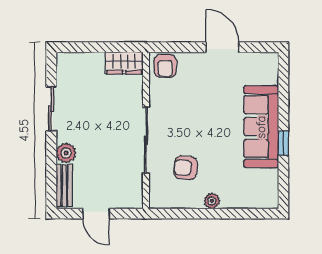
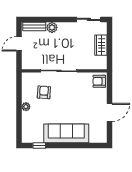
wardrobe: (124, 63) -> (101, 45), moved
sliding door: (51, 109) -> (89, 19), moved
window: (283, 143) -> (39, 146), moved

